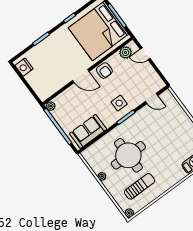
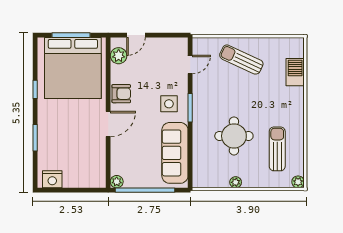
sun lounger: (177, 126) -> (241, 60), added
sofa: (88, 131) -> (175, 153), width x1.36
round table: (128, 155) -> (234, 136), width x0.73, depth x0.73

